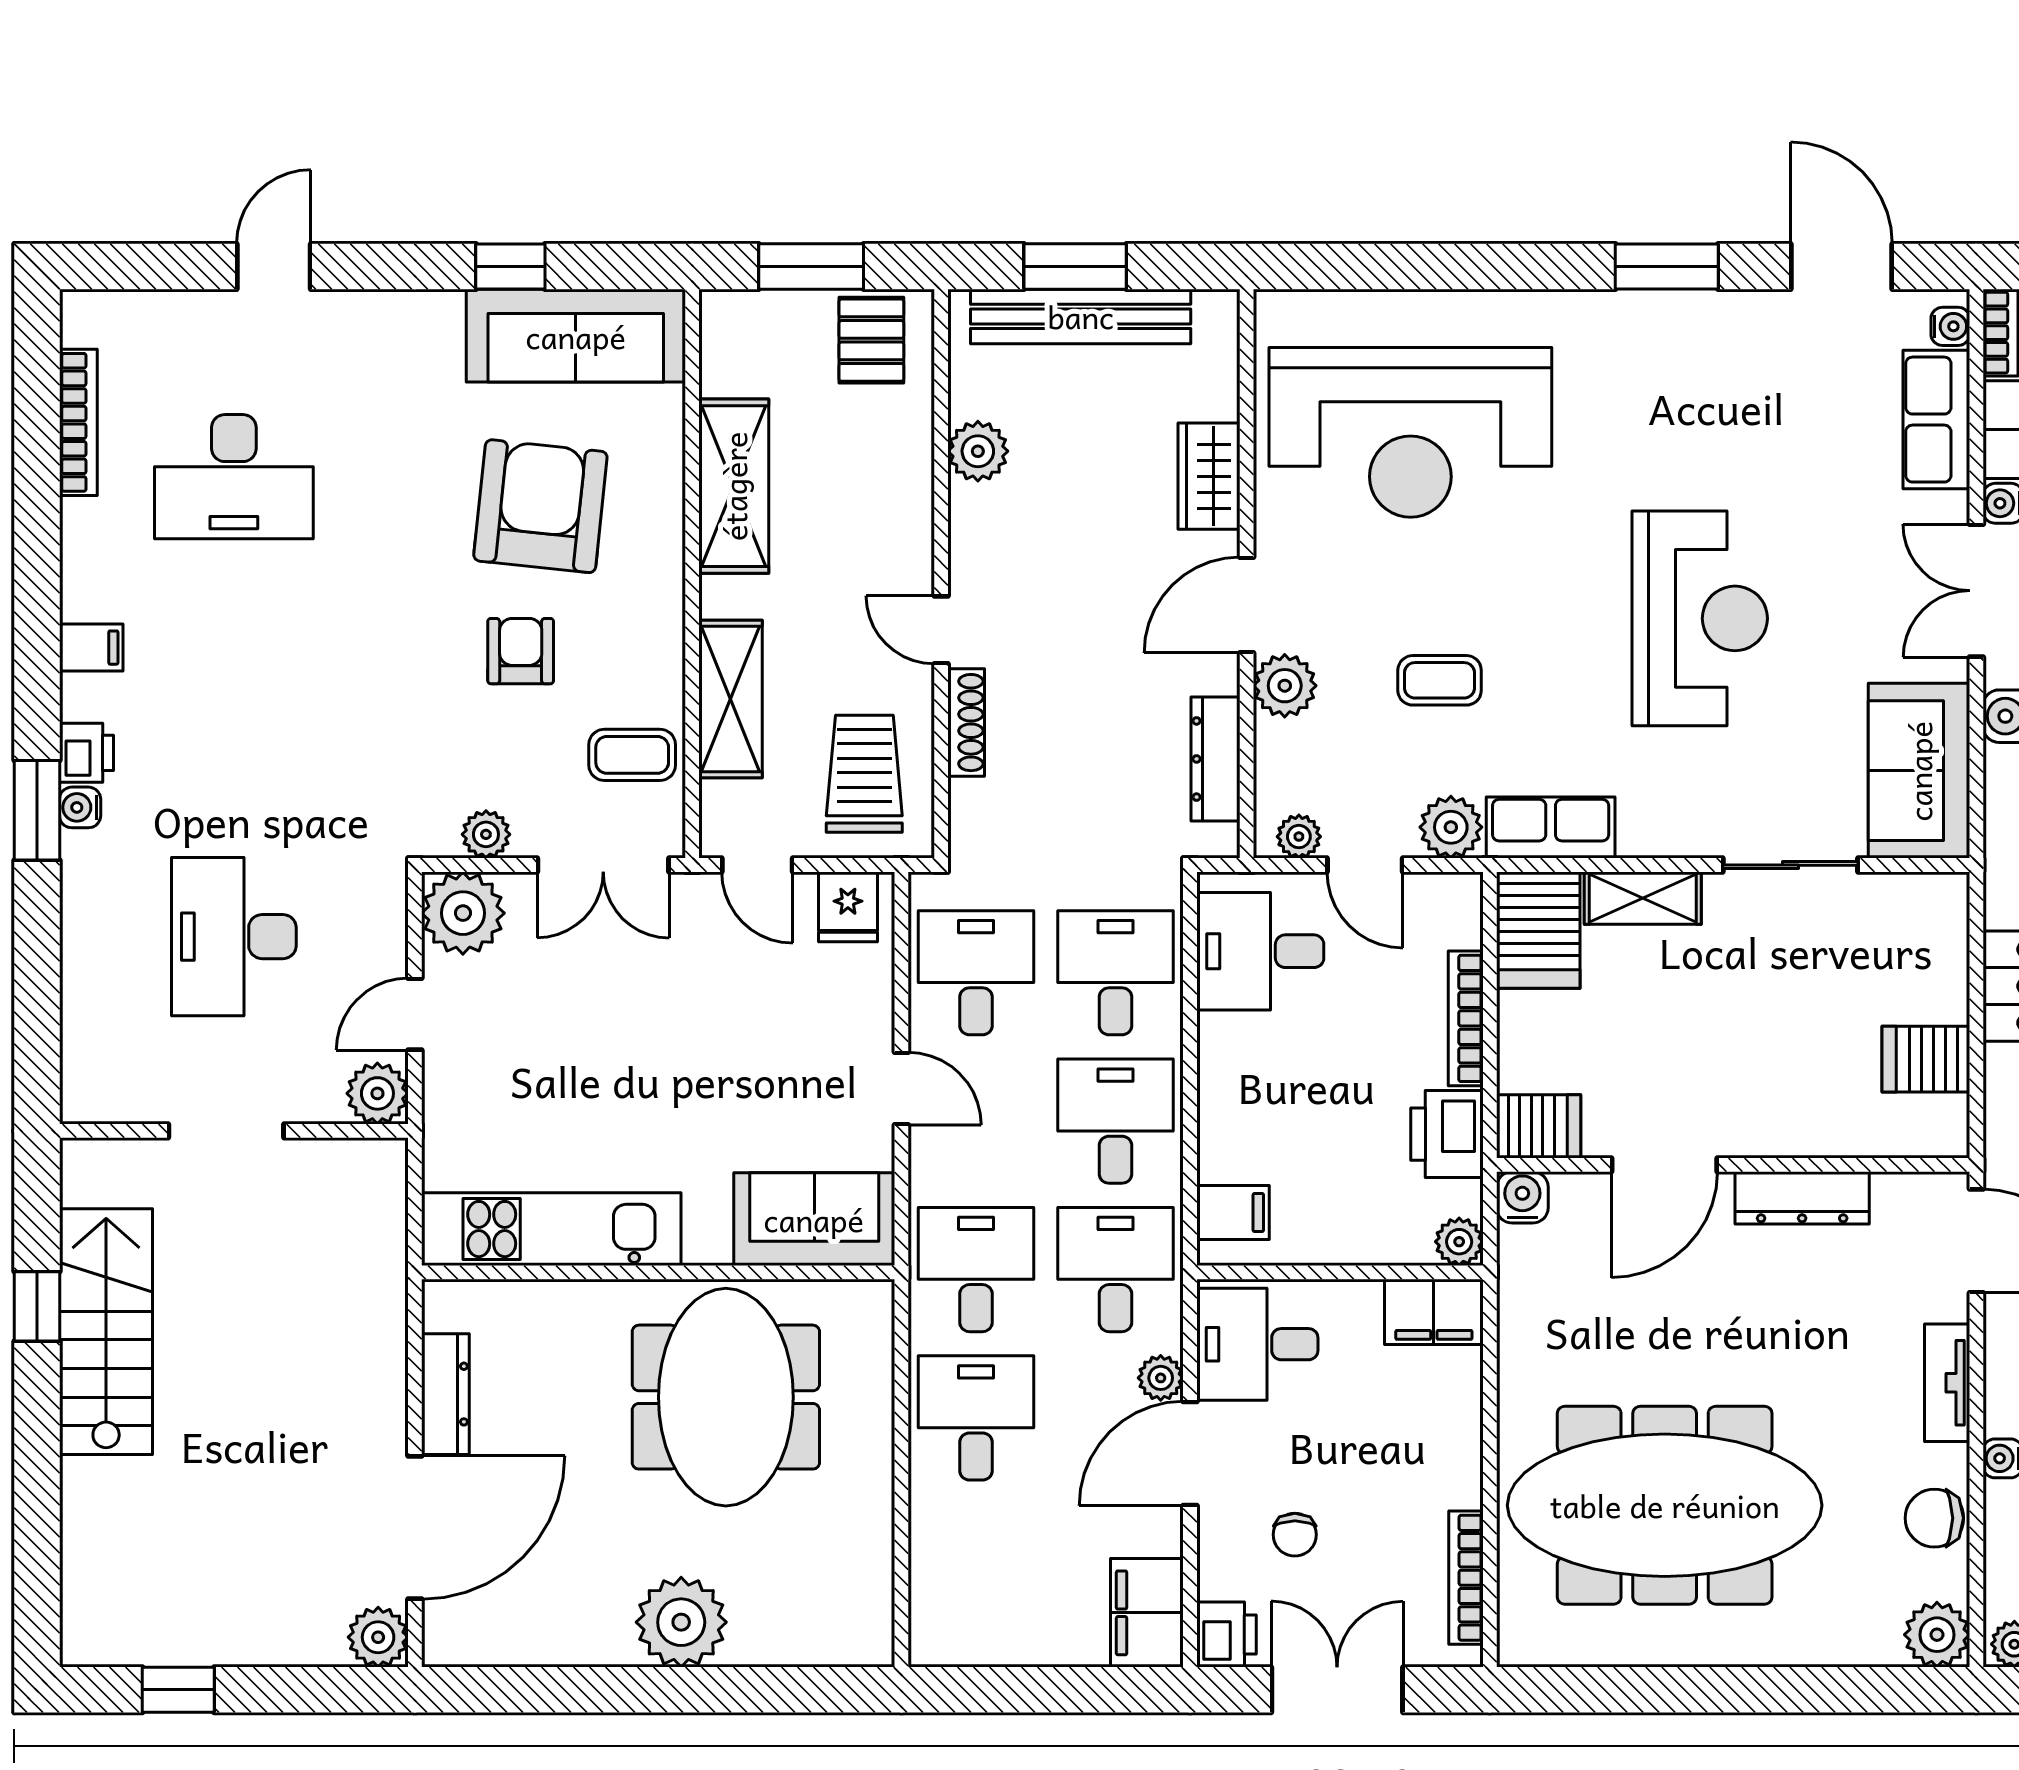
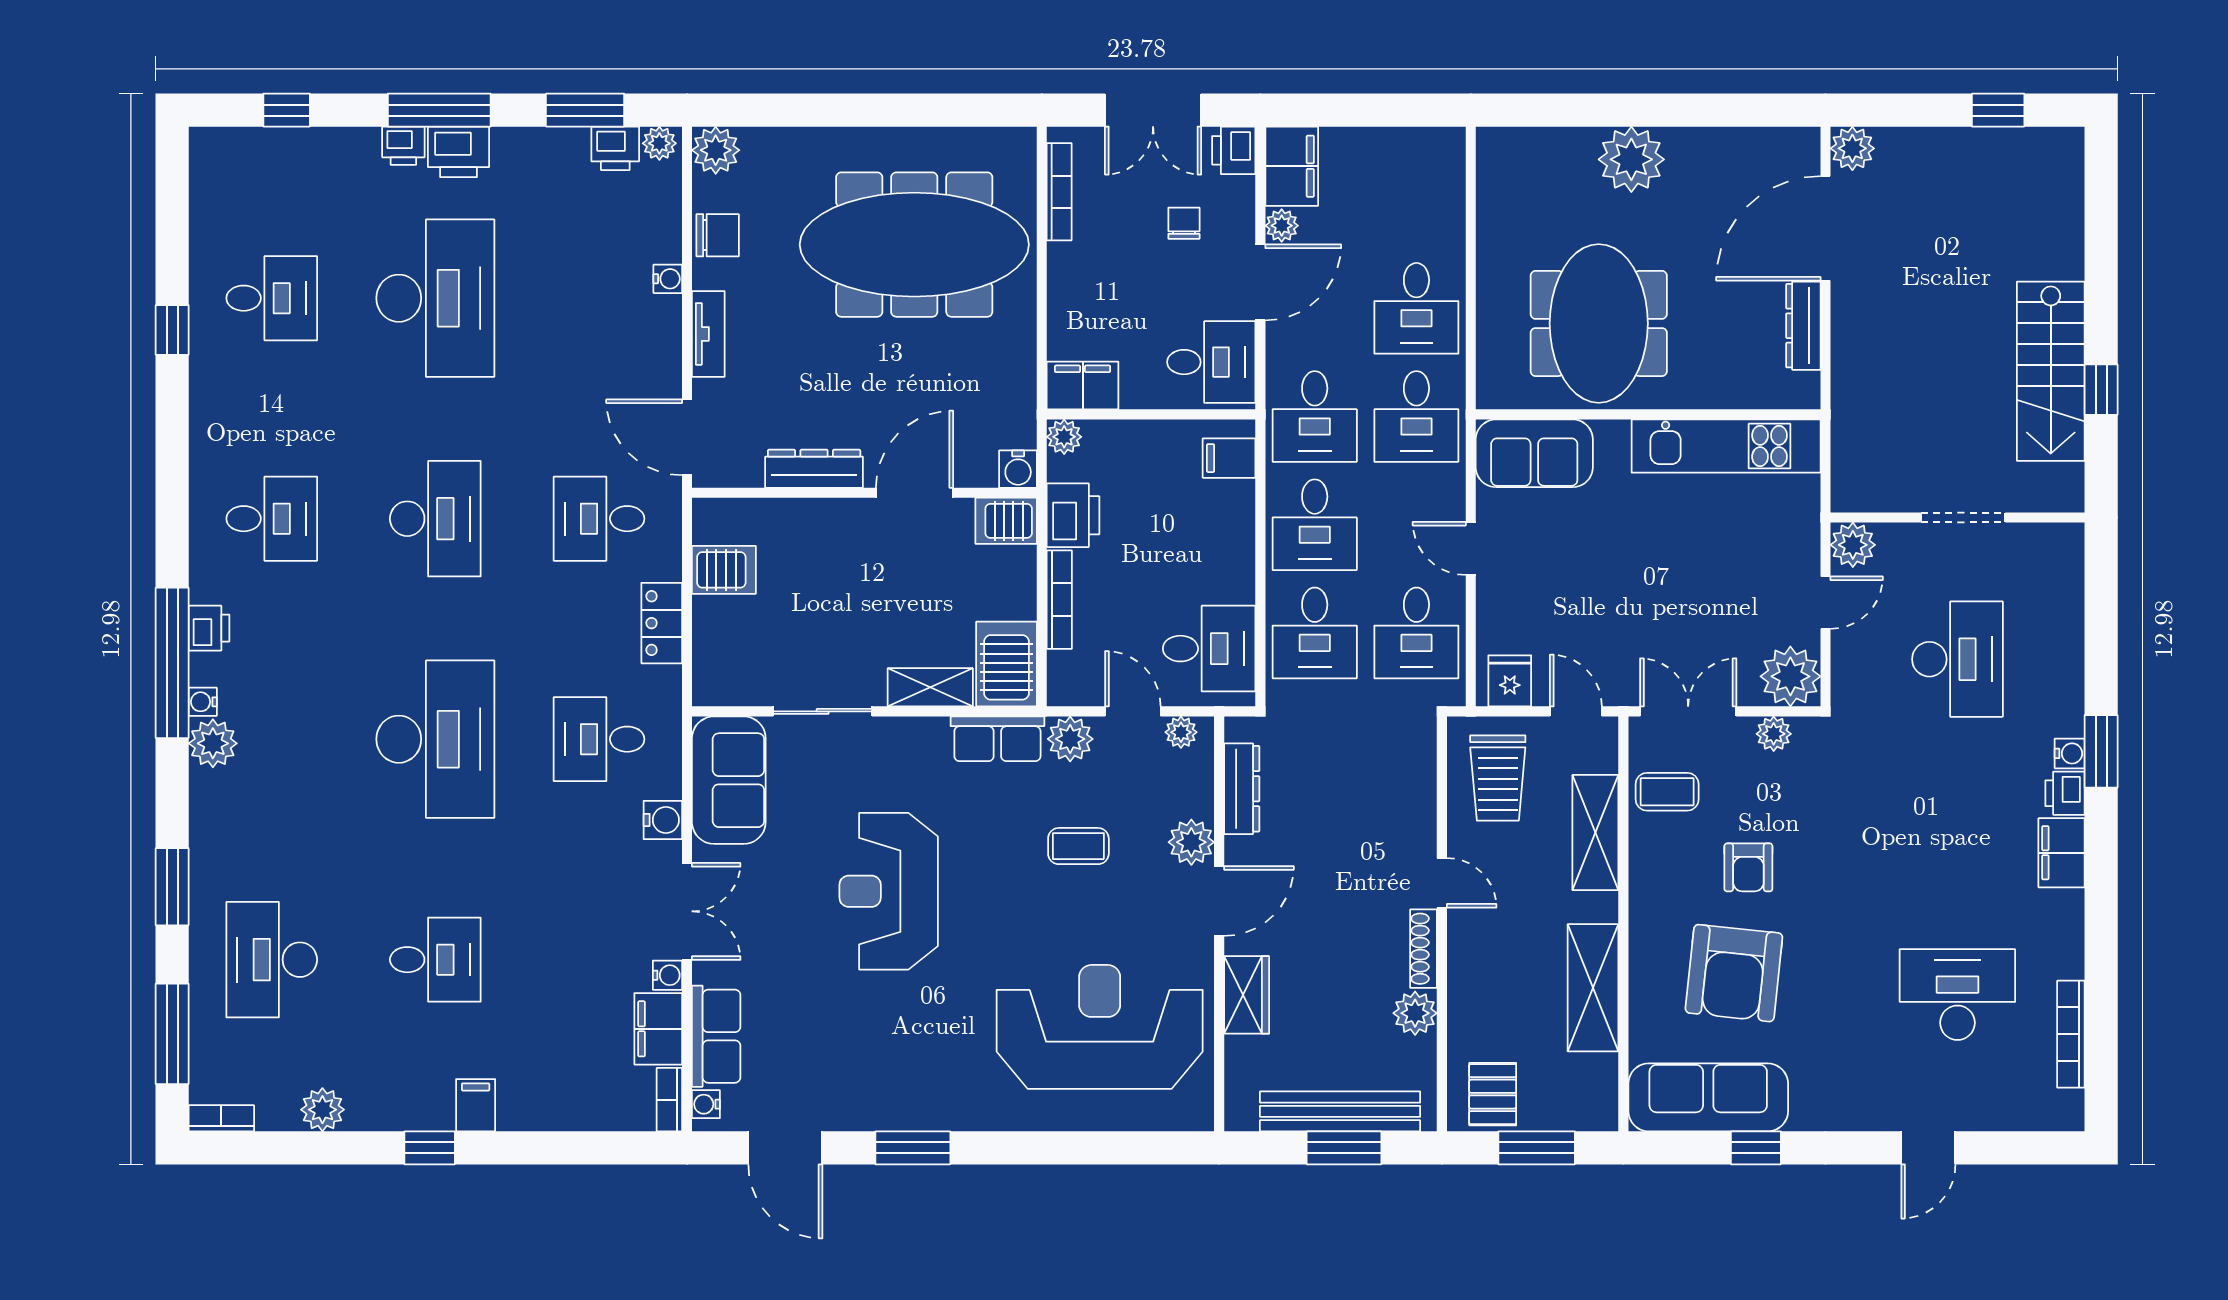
filing cabinet: (91, 648) -> (2061, 853), width x2.00
shoe rack: (966, 723) -> (1424, 949), moved
plant: (1161, 1378) -> (1282, 226), moved

